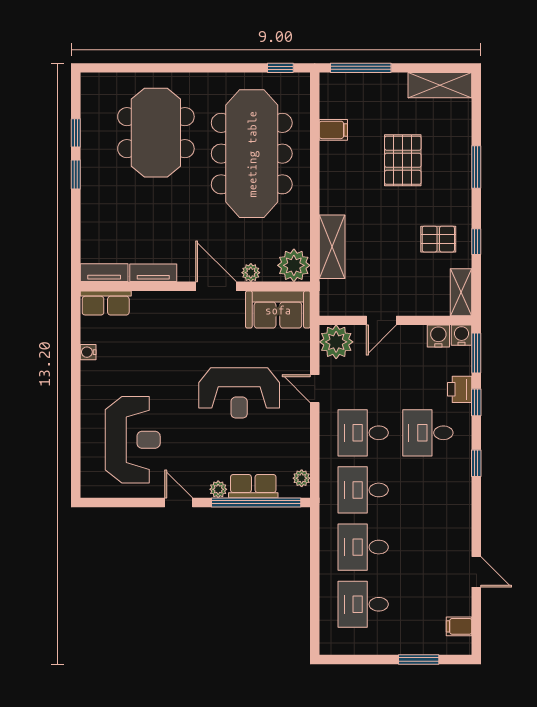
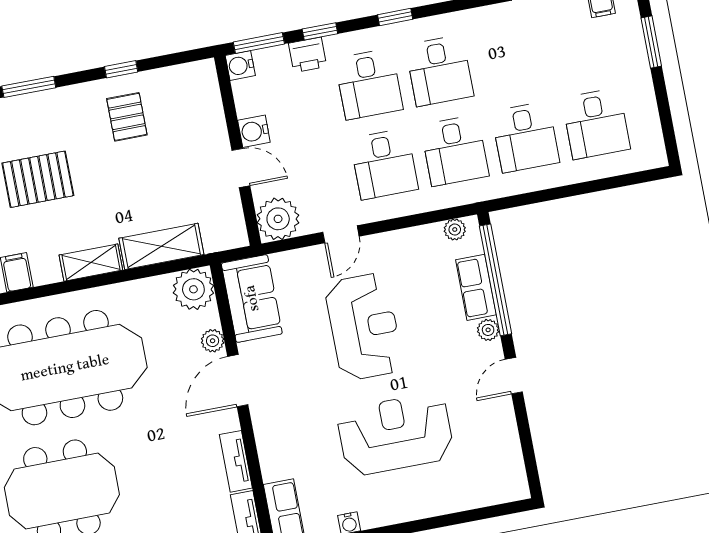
shelving: (461, 292) -> (91, 263), moved
water cooler: (438, 336) -> (254, 131), moved
reception desk: (133, 440) -> (395, 434), moved
desk: (428, 490) -> (439, 71), added

